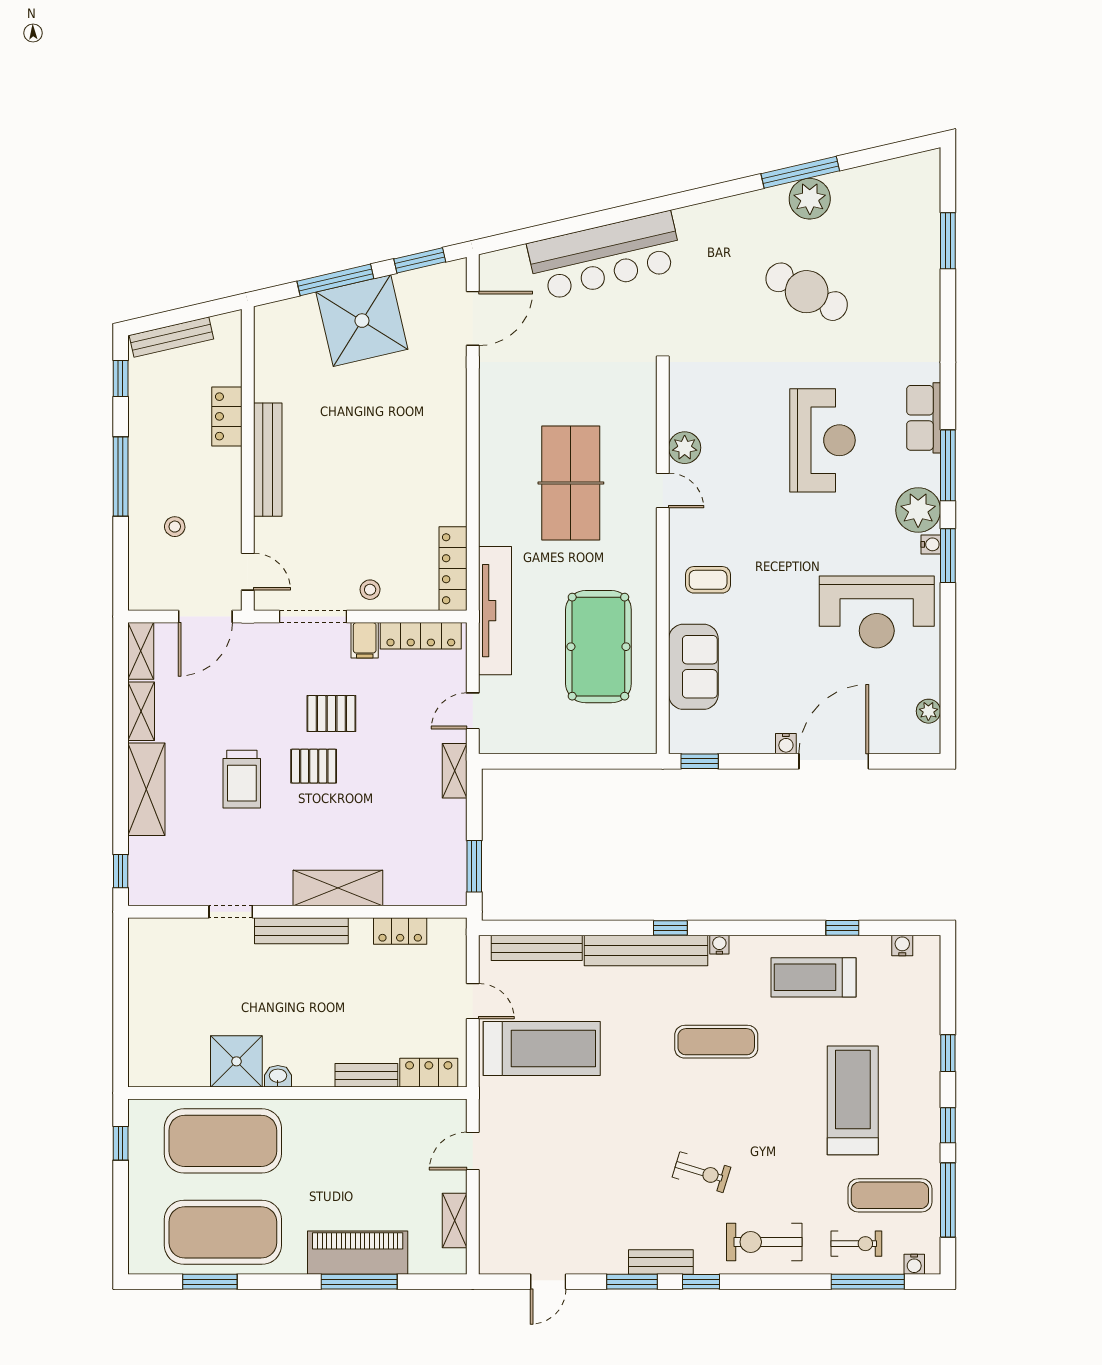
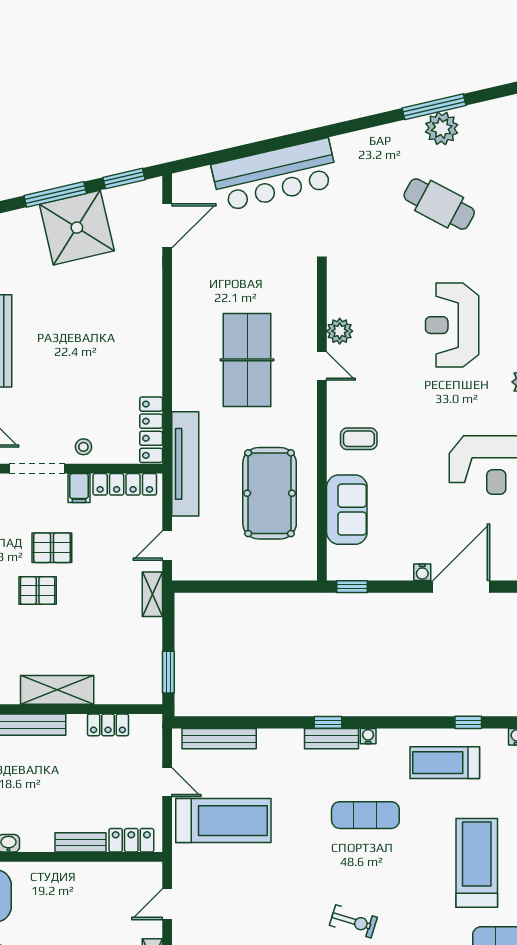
reception desk: (822, 440) -> (452, 325), turned 180
bench: (646, 950) -> (331, 739), width x0.54, depth x0.82

